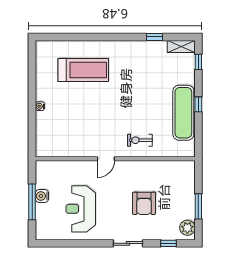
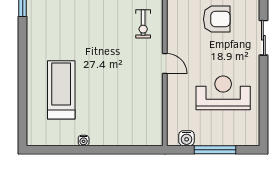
water cooler: (40, 106) -> (84, 140), moved
water cooler: (42, 196) -> (187, 138), moved
reception desk: (81, 209) -> (223, 93), turned 180

